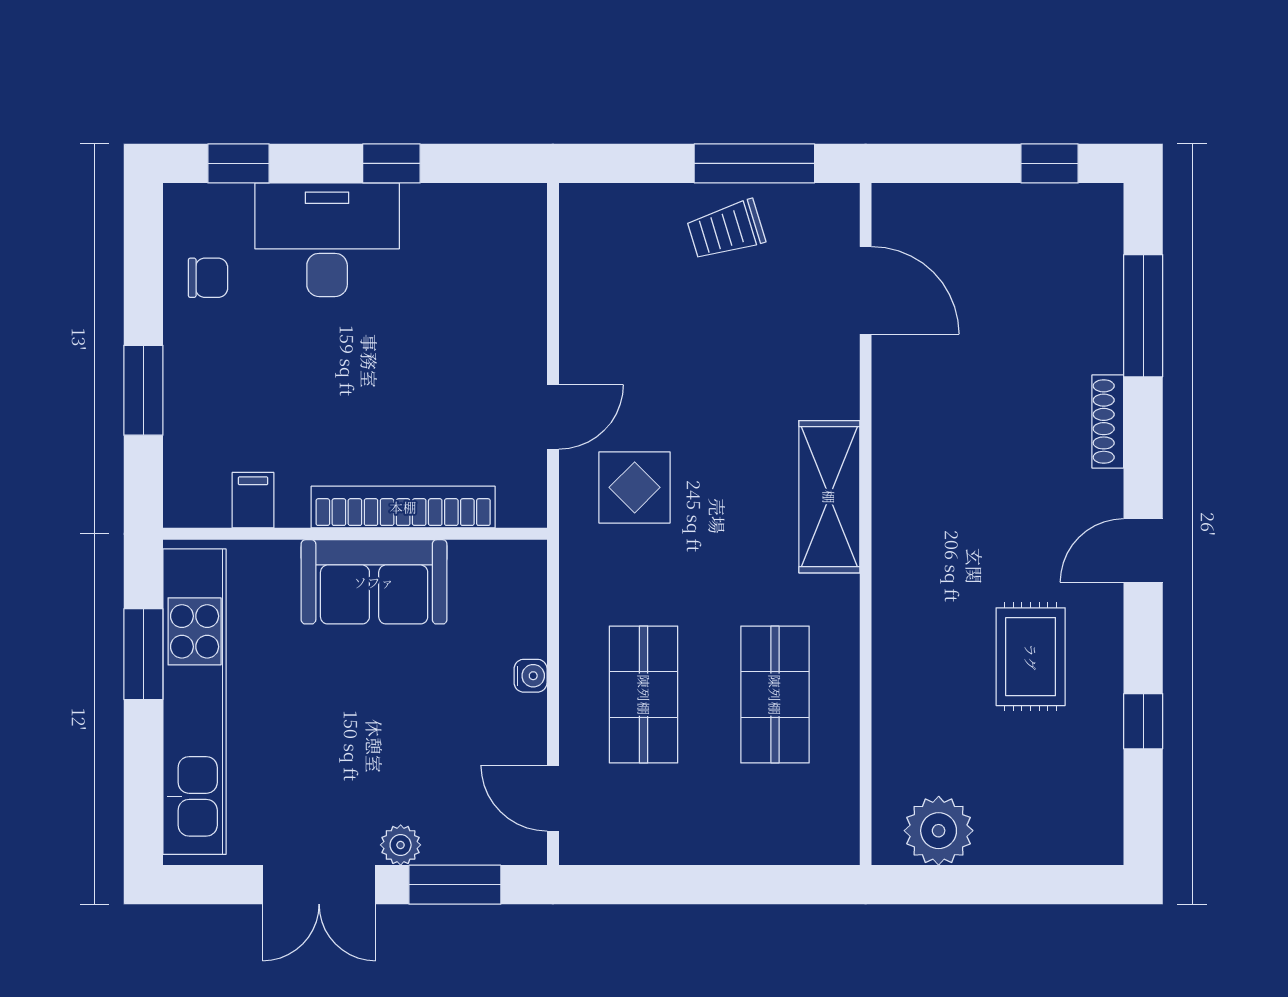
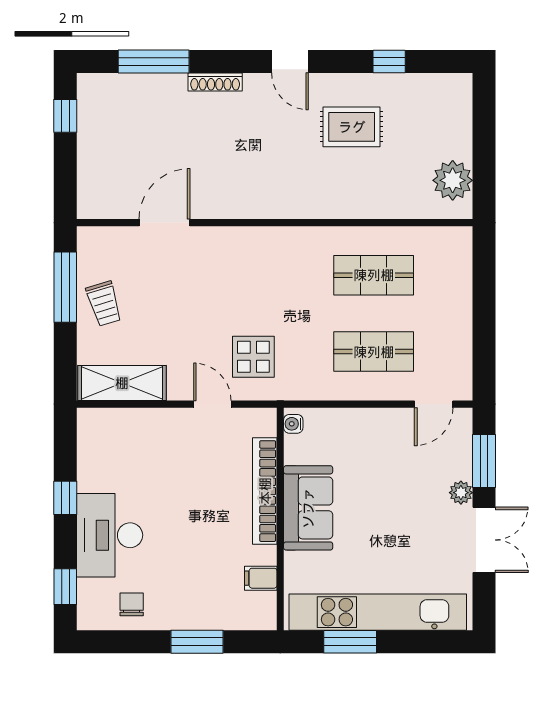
door: (866, 290) -> (165, 223), moved
shelving: (829, 497) -> (122, 383), moved
water cooler: (531, 676) -> (293, 424), moved, turned -90

